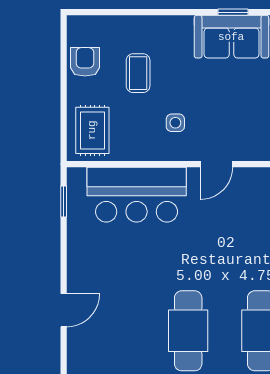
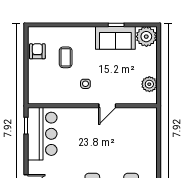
rug: (92, 130) -> (41, 88), removed
bar counter: (137, 195) -> (42, 134), moved, turned -90

